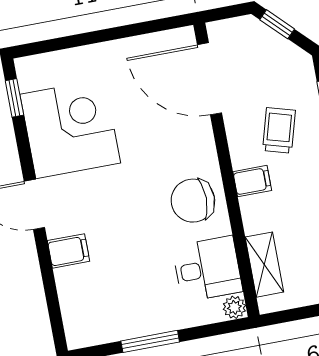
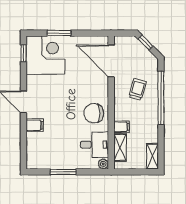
window: (84, 39) -> (59, 33), added
corner desk: (70, 129) -> (46, 55), moved
filing cabinet: (252, 181) -> (122, 127), moved

